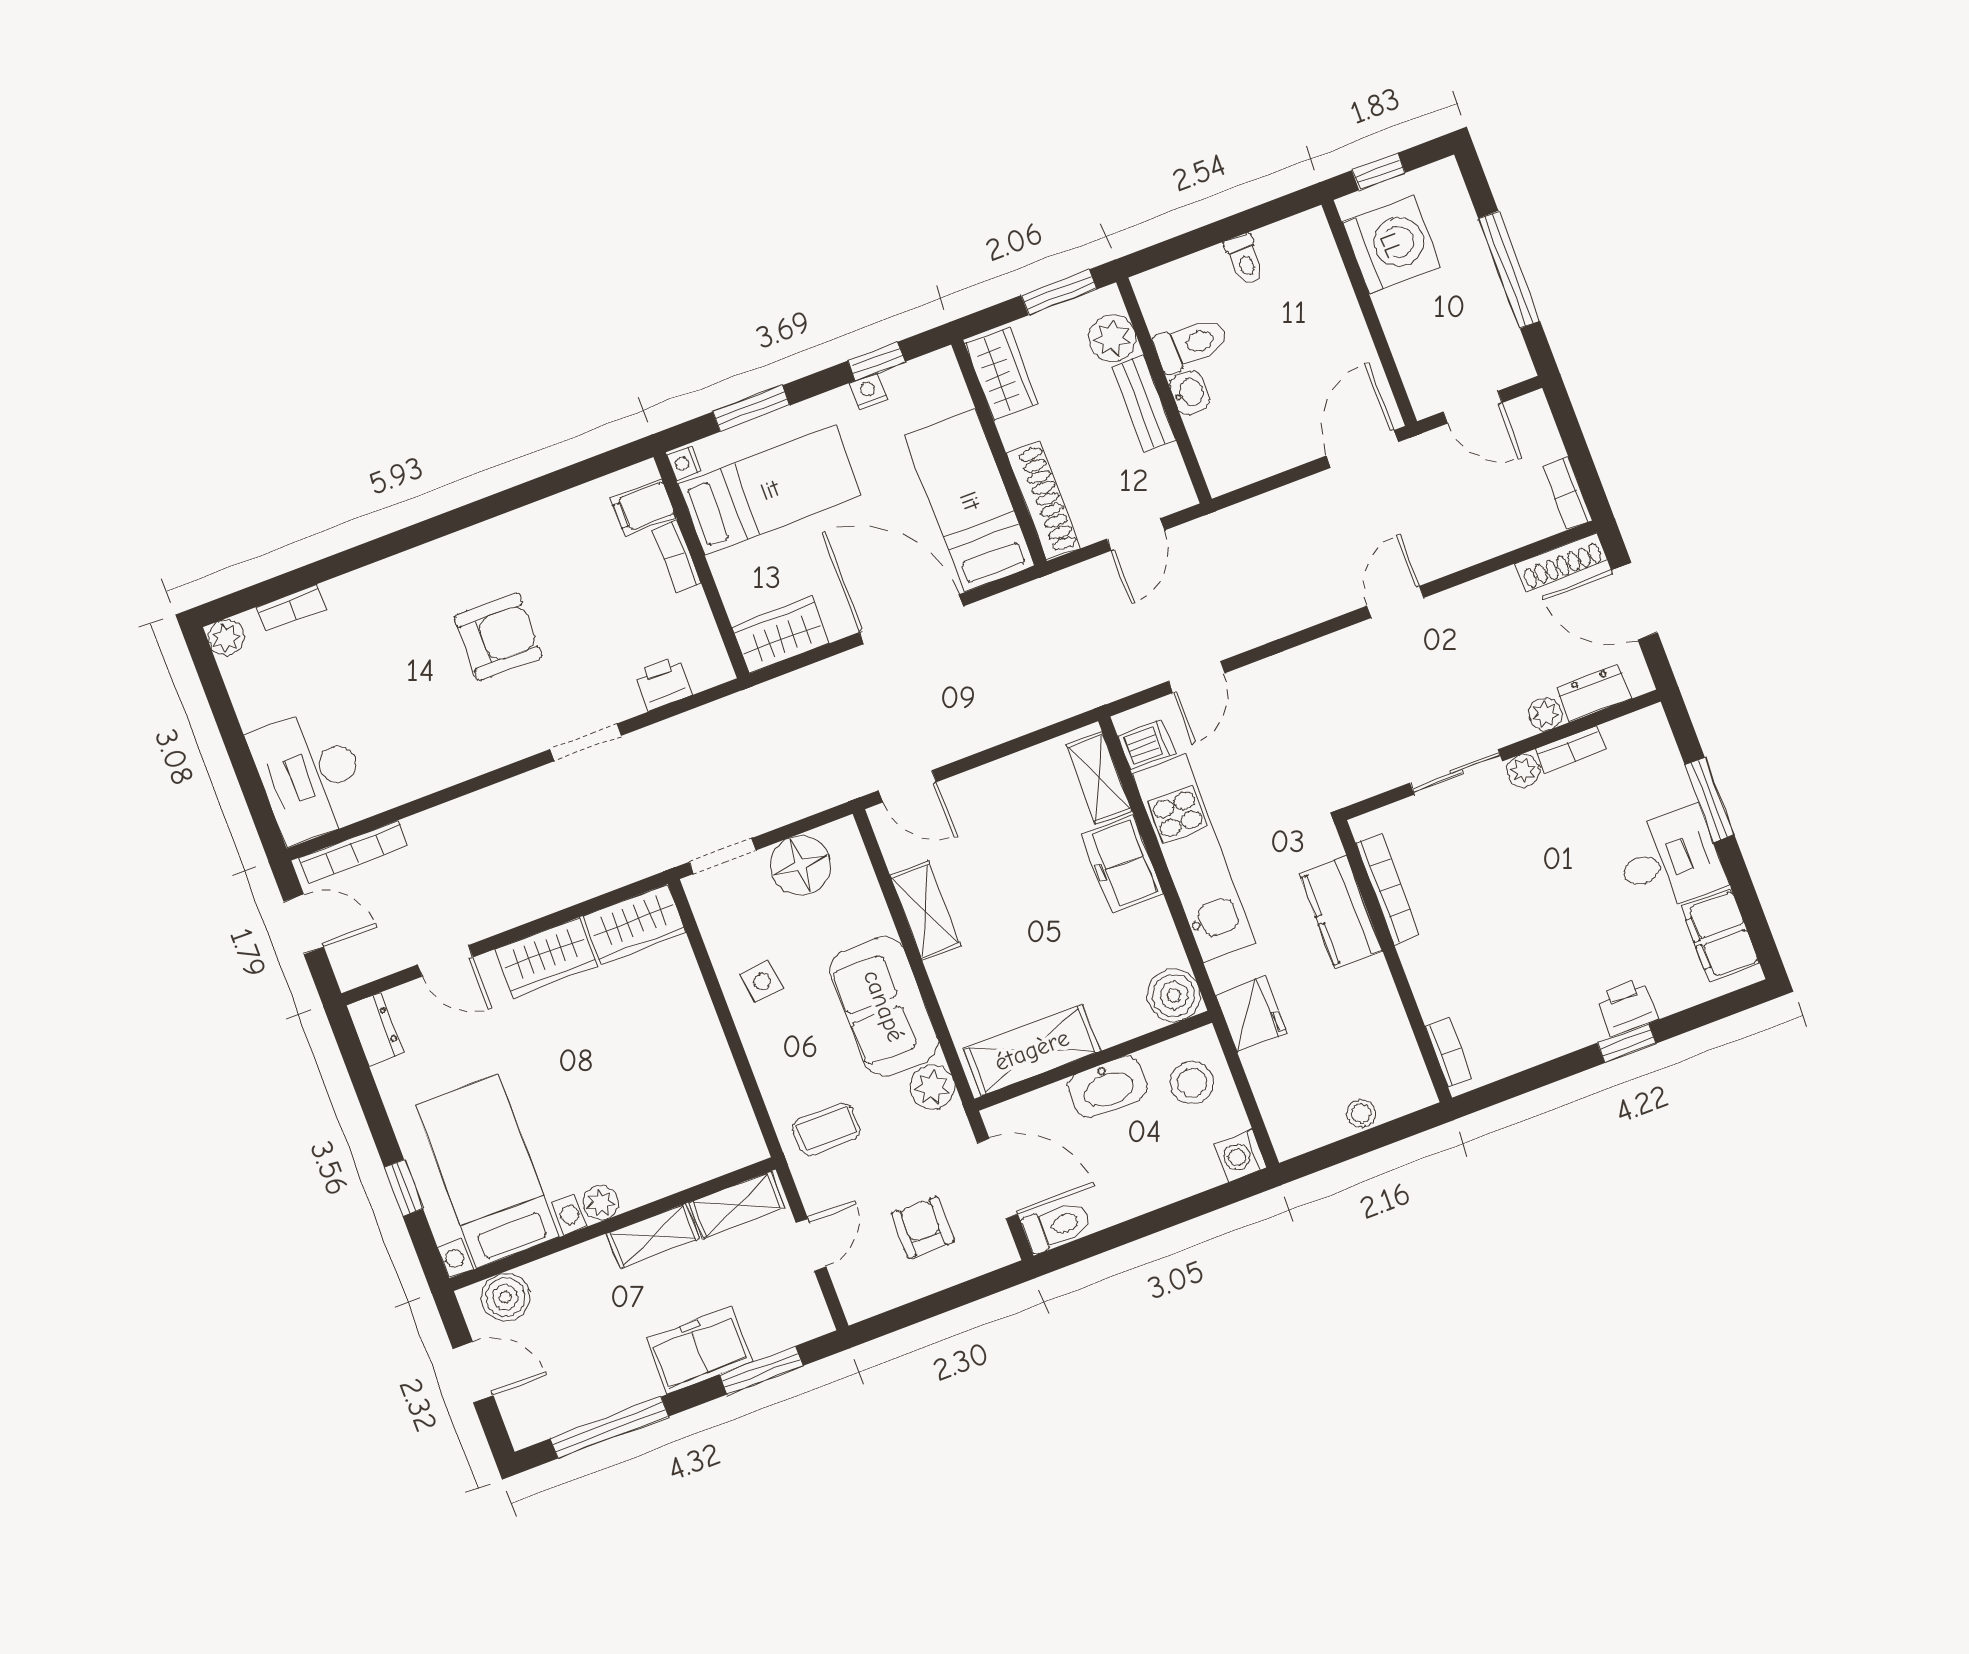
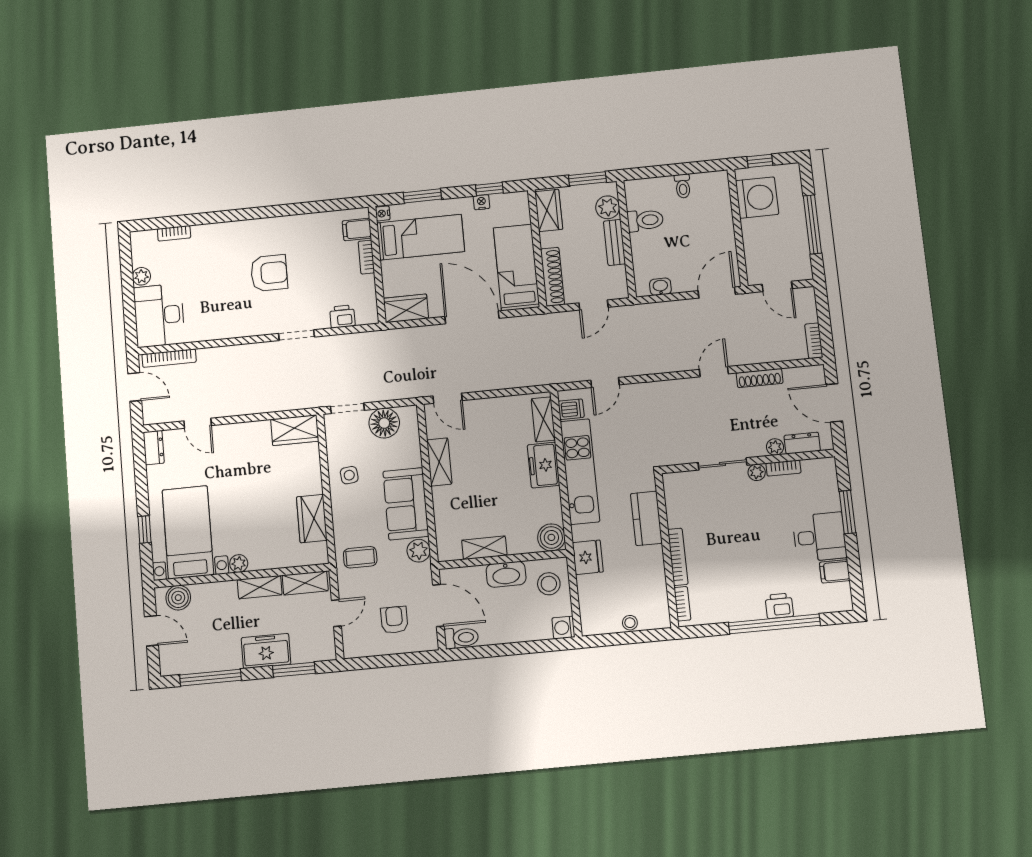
washbasin: (1189, 393) -> (660, 287), moved, turned -90
shoe rack: (1561, 562) -> (760, 378), moved
plant: (226, 638) -> (141, 276), moved
bookcase: (1388, 889) -> (678, 557), moved
filing cabinet: (1720, 935) -> (835, 571), width x0.50
wardrobe: (546, 958) -> (312, 519), moved, turned 90
window: (1627, 1043) -> (774, 624), width x3.17
shelving: (1032, 1050) -> (484, 548), width x0.67, depth x0.75

